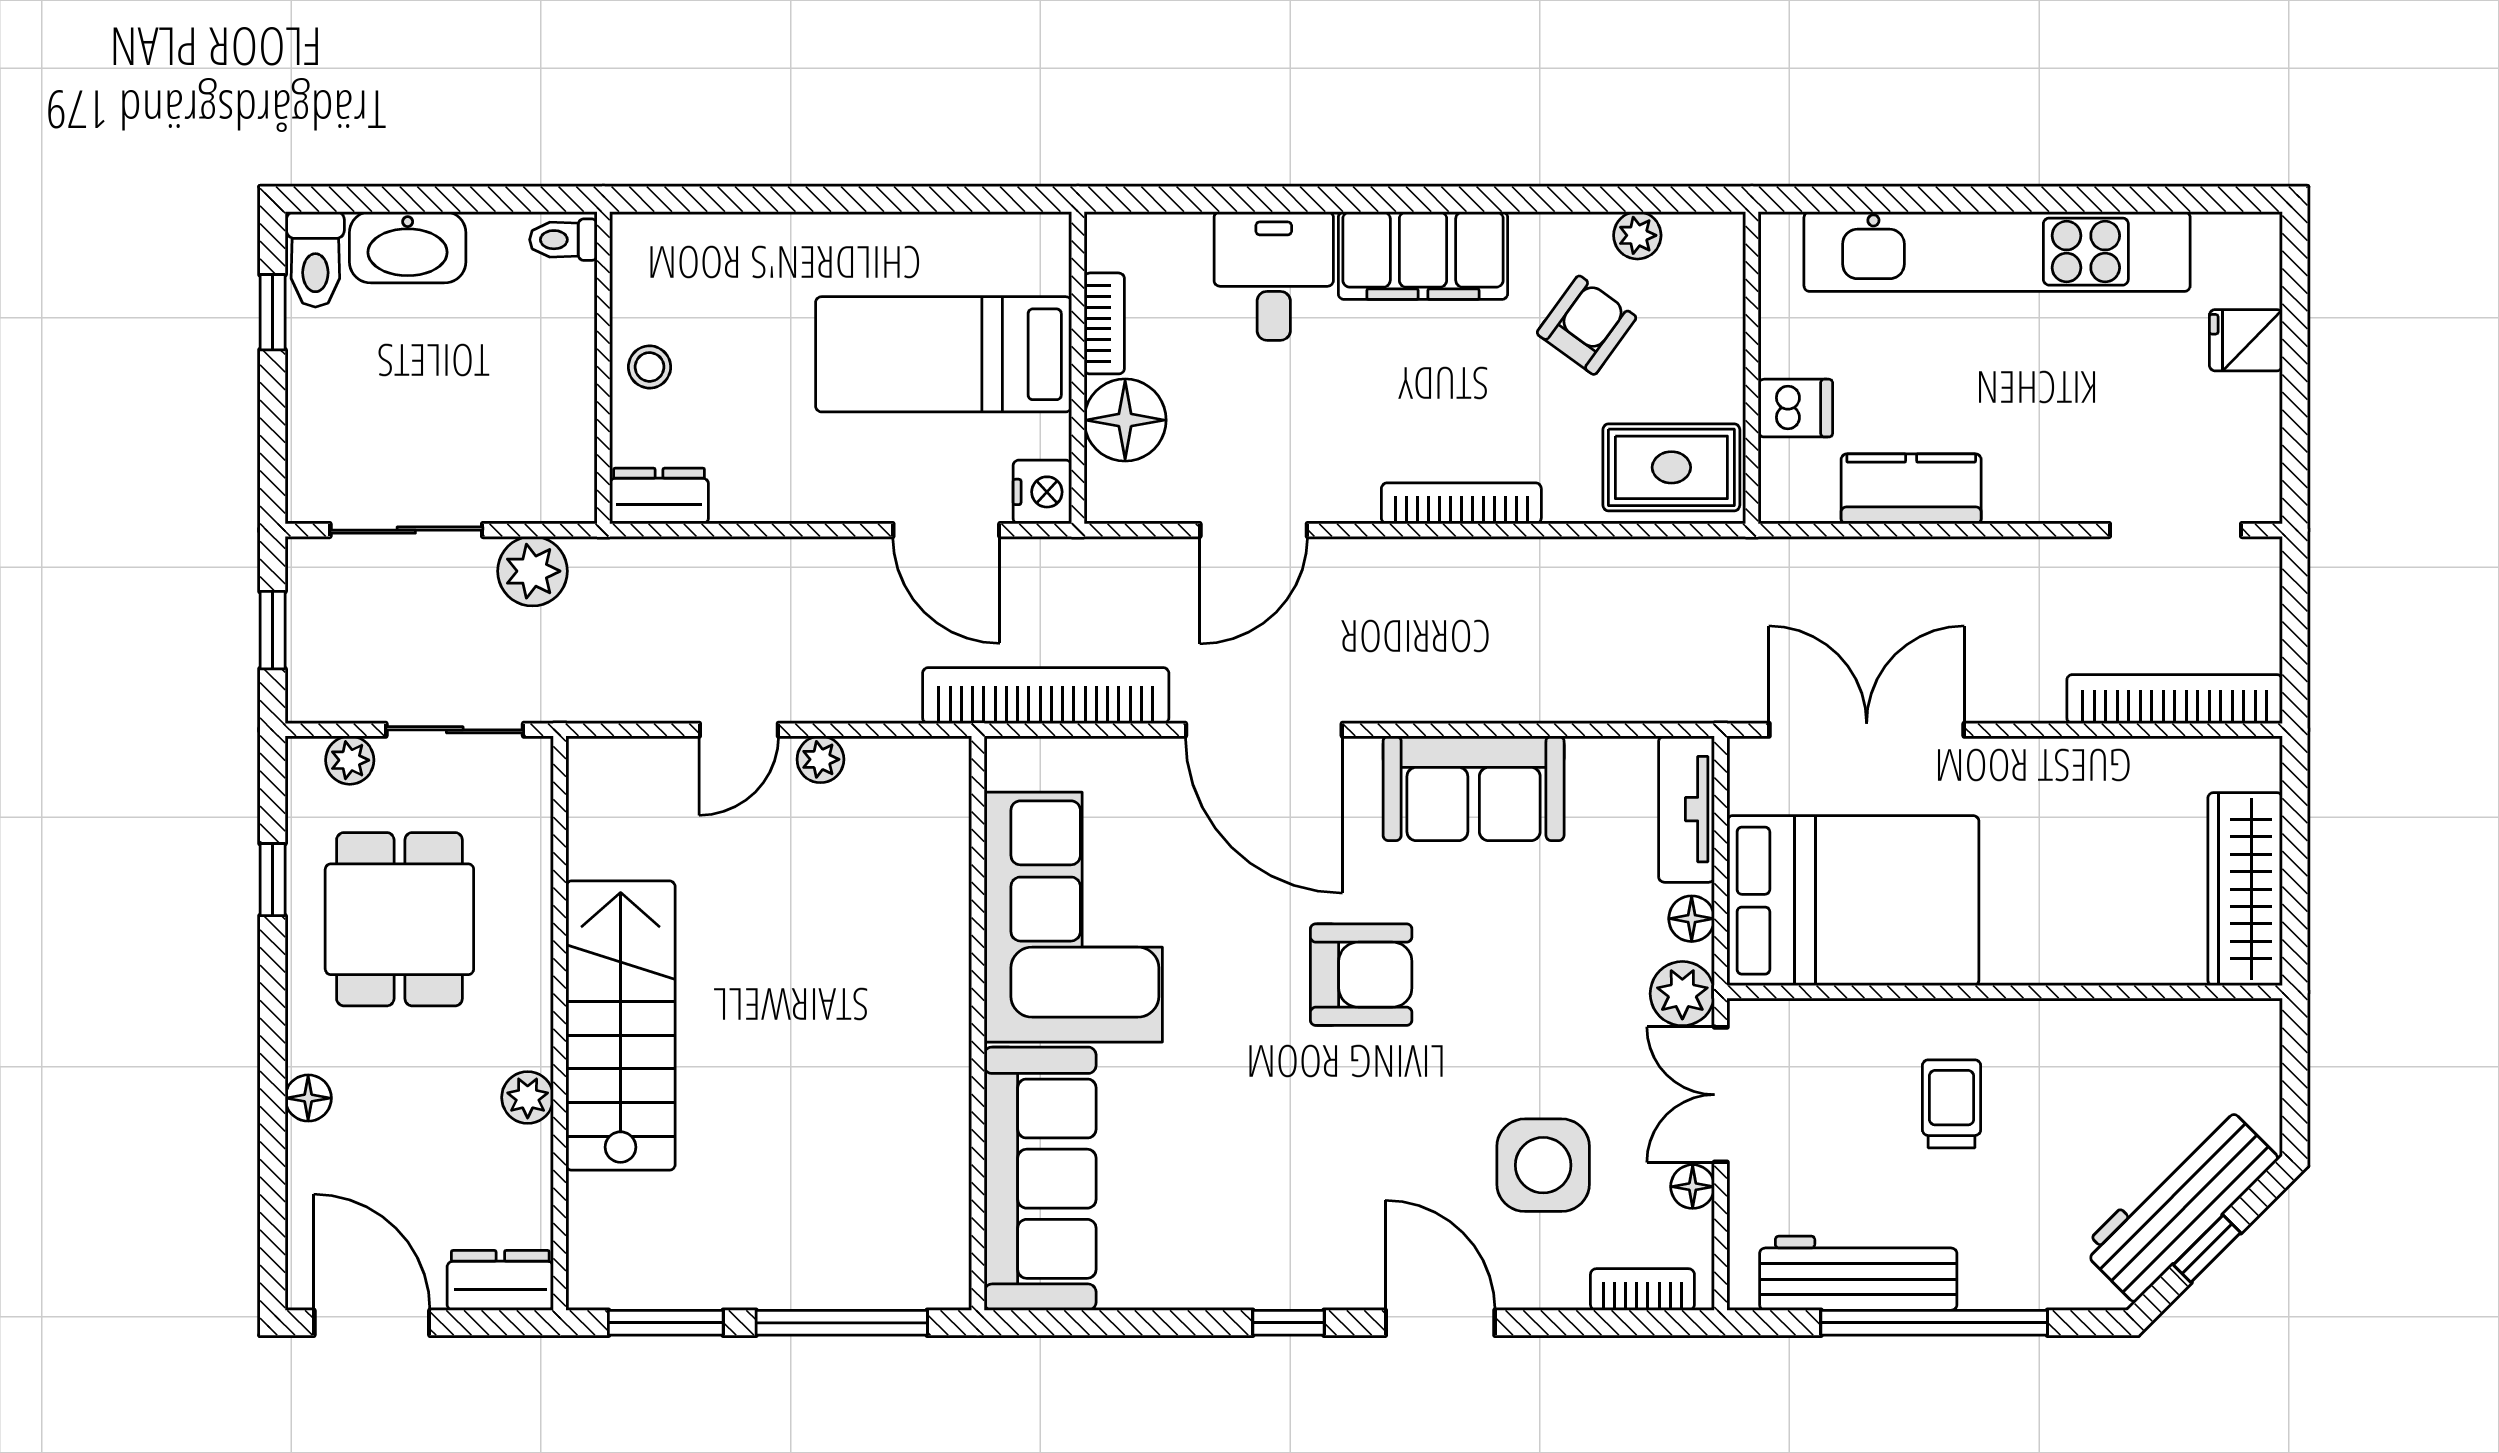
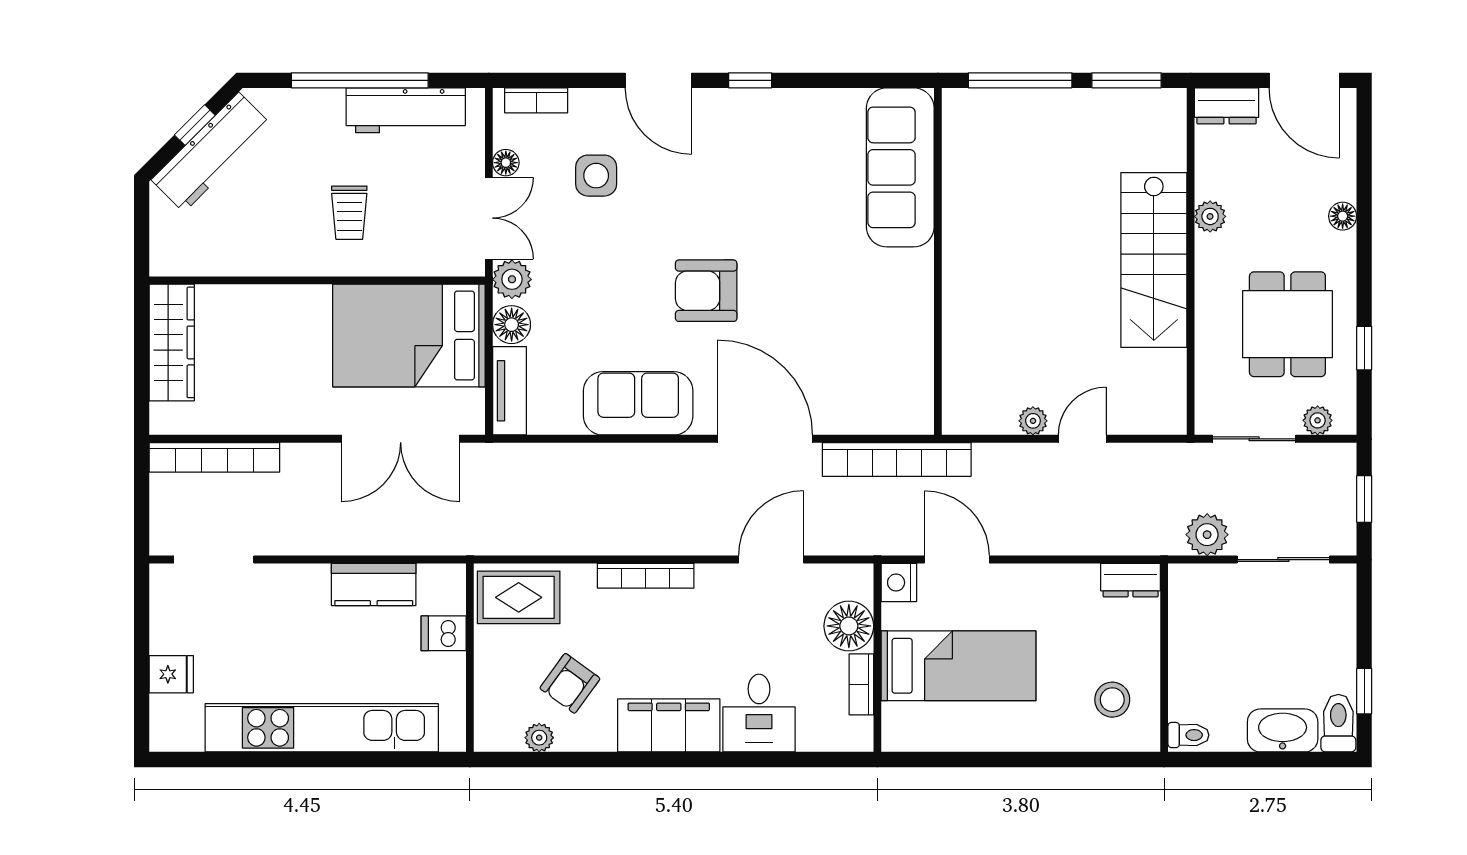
stool: (650, 367) -> (1112, 700), moved, width x1.37, depth x1.37
corner sofa: (1073, 917) -> (880, 325), removed
floor lamp: (1692, 919) -> (512, 325), width x1.37, depth x1.37
side table: (1543, 1165) -> (596, 176), width x0.73, depth x0.73

